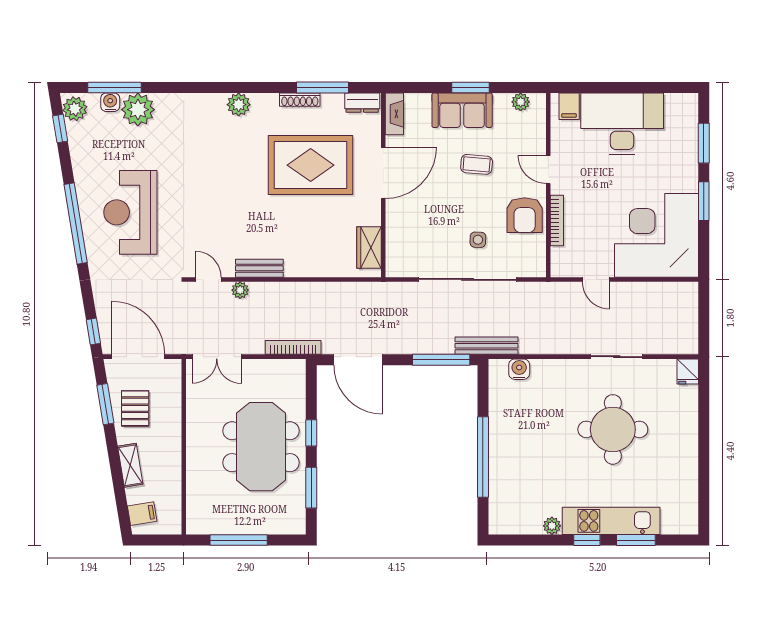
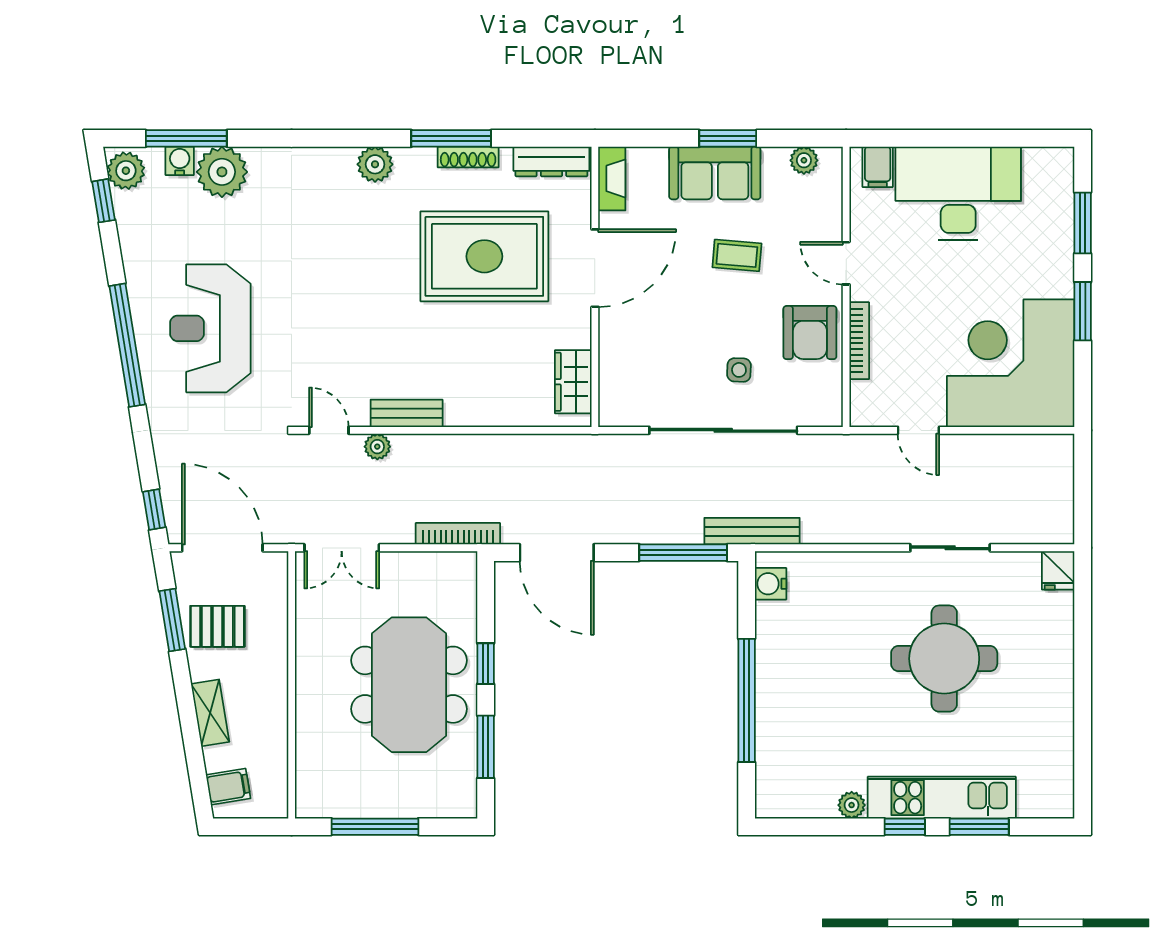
window: (322, 87) -> (451, 138), moved
dresser: (362, 103) -> (551, 161), width x1.44
water cooler: (519, 369) -> (771, 584), moved, turned -90
pallet: (135, 408) -> (217, 626), turned 90

